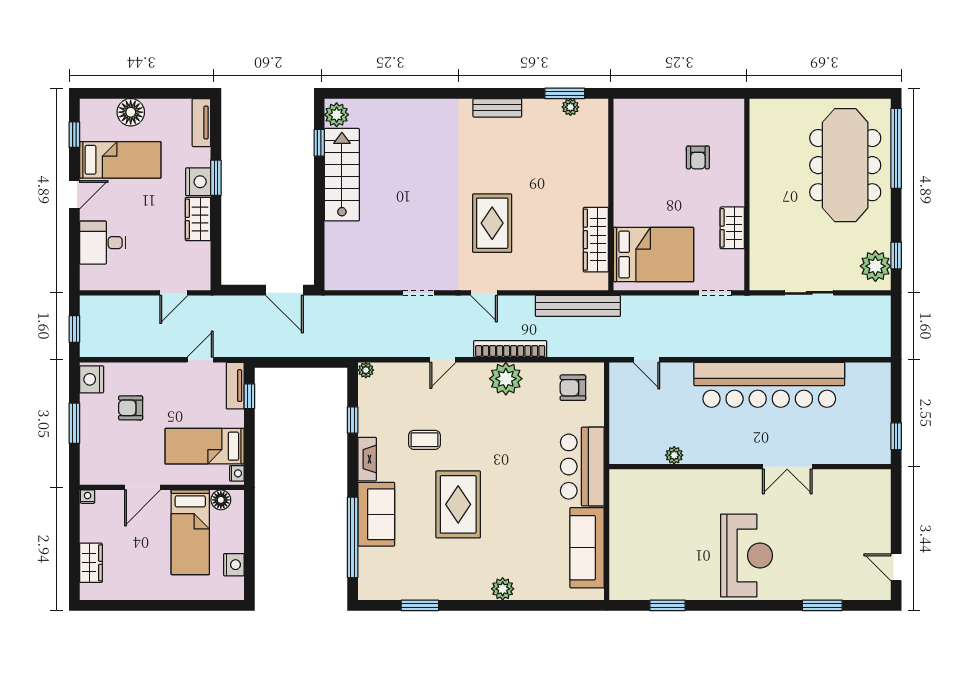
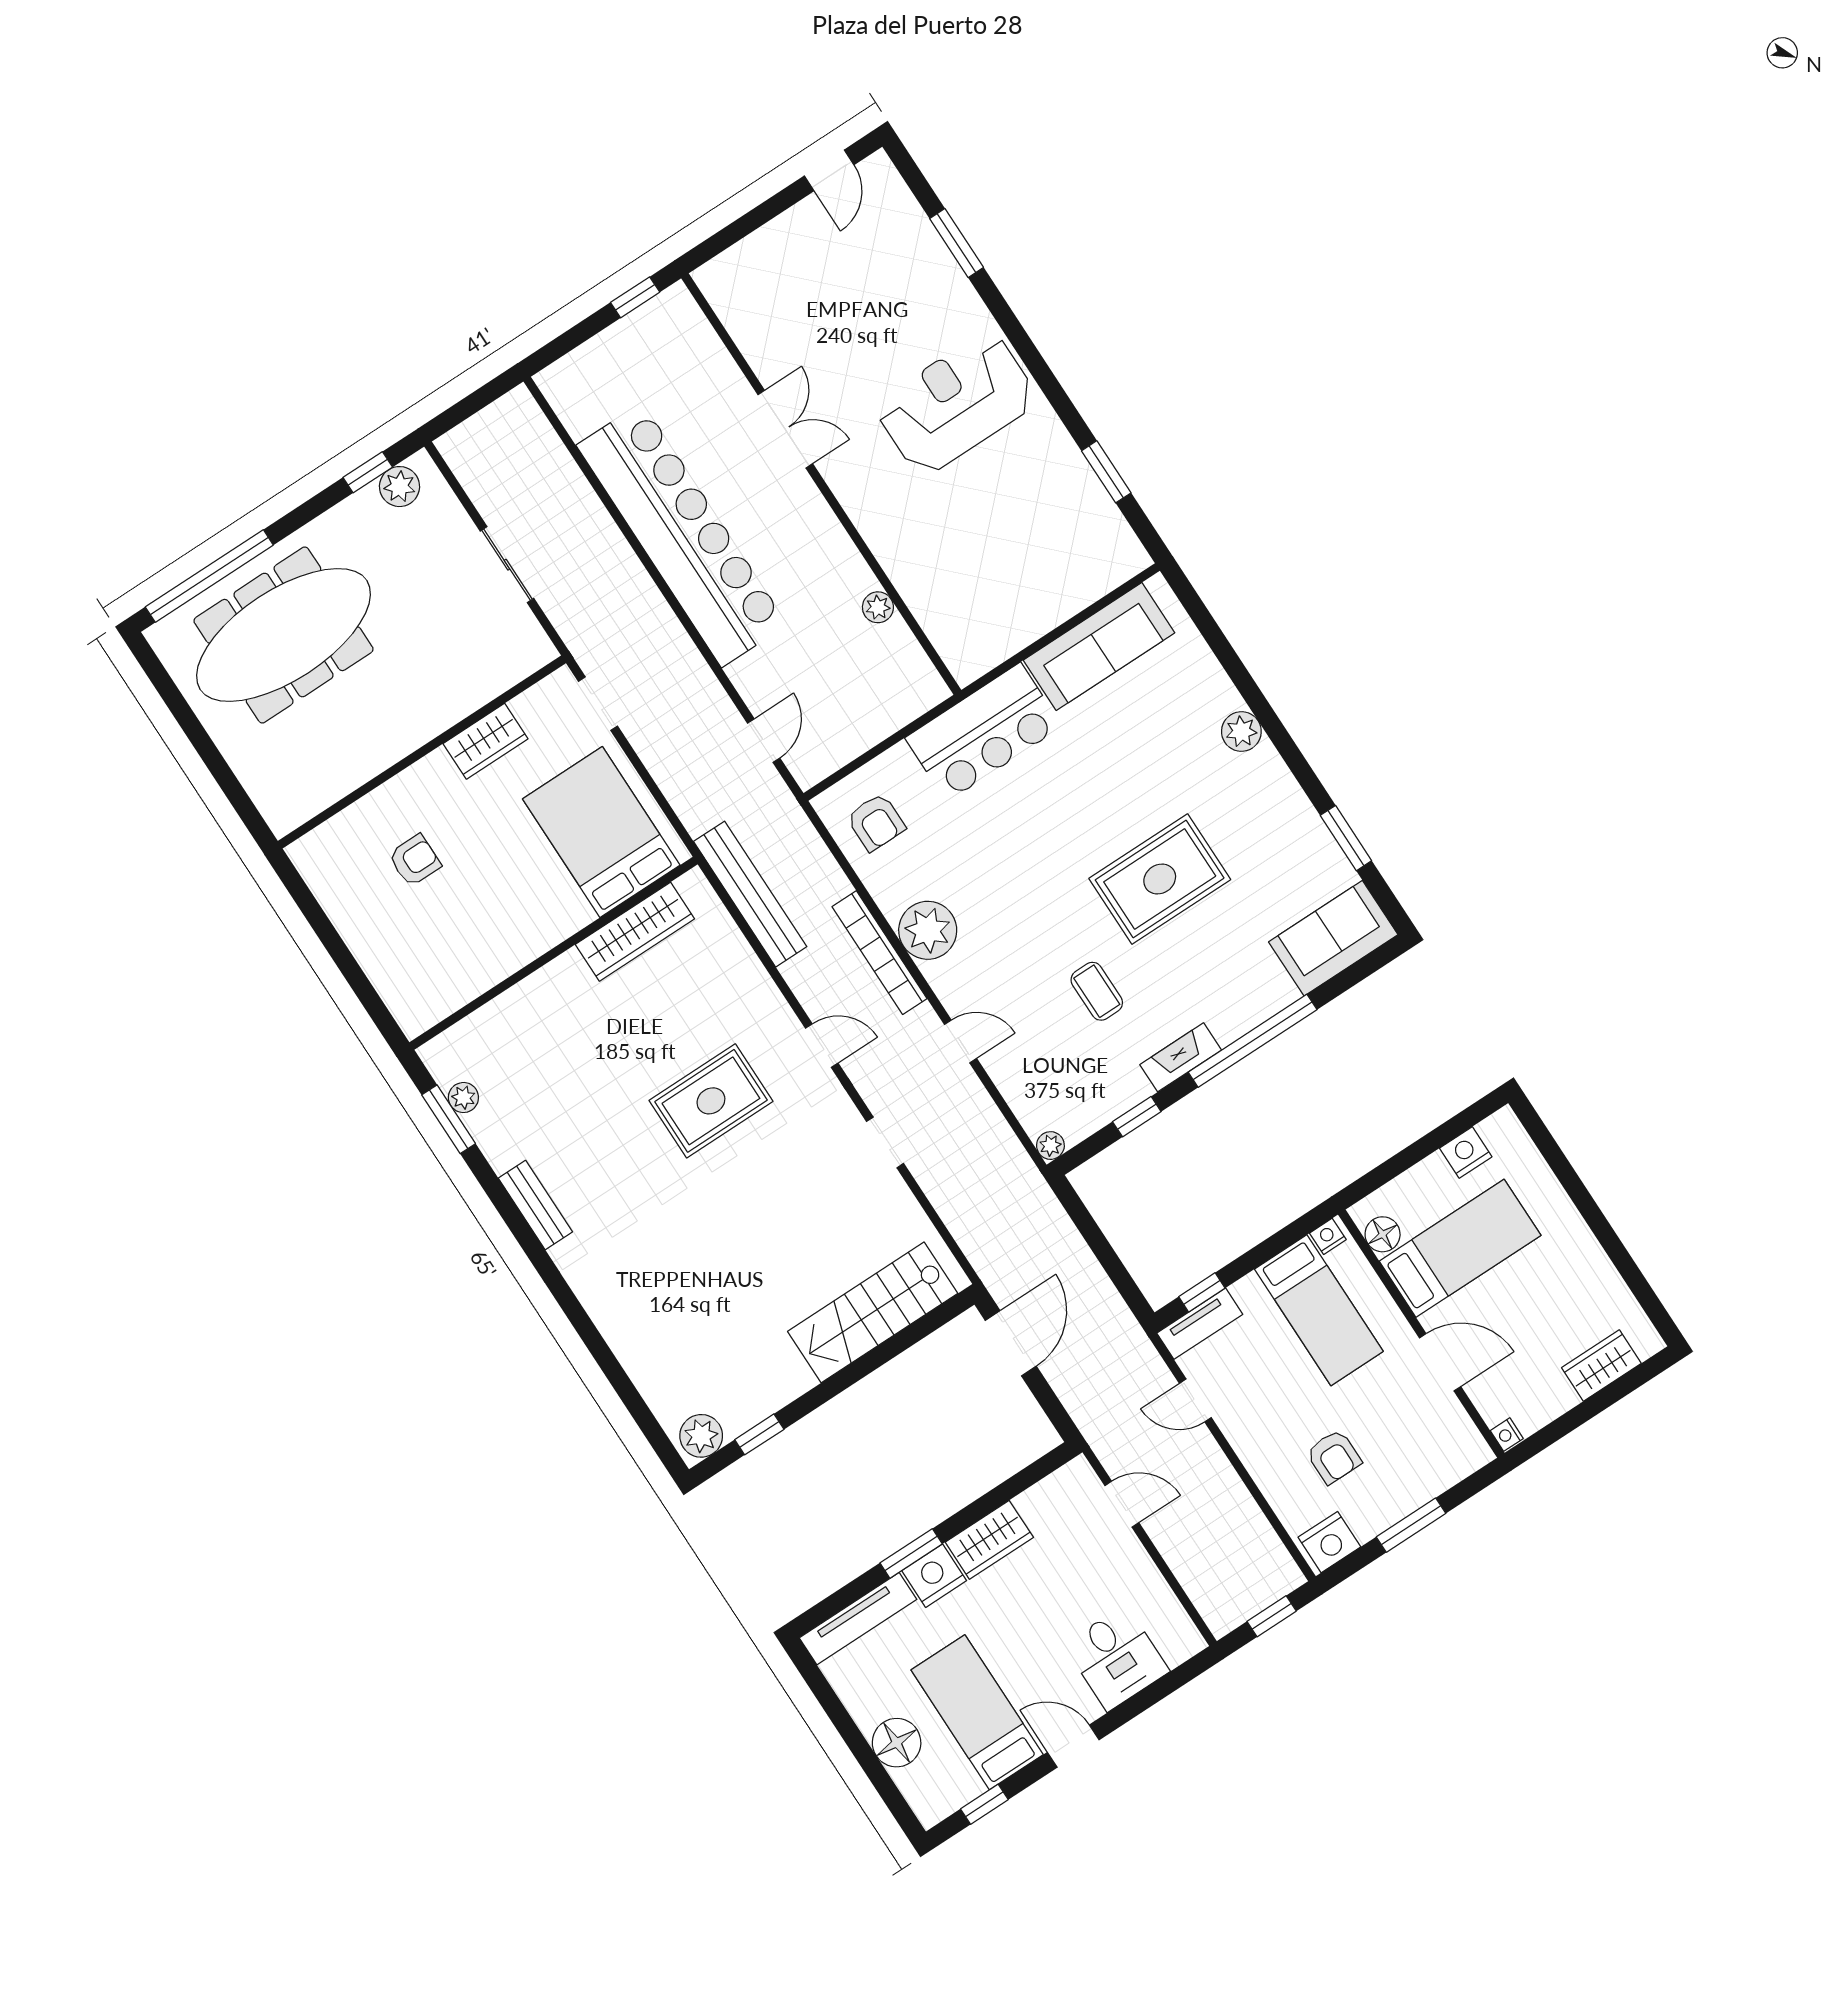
tv unit: (201, 123) -> (858, 1619), width x1.41
stairs: (342, 175) -> (873, 1312), moved
plant: (875, 266) -> (400, 487), width x0.73, depth x0.73
door: (484, 293) -> (822, 1046), hinge flipped
sofa: (376, 514) -> (1333, 938), moved
window: (353, 537) -> (1253, 1041), moved

